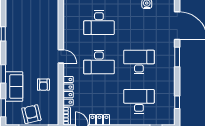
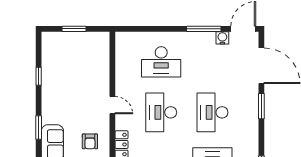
desk: (99, 62) -> (161, 112), turned 90
desk: (139, 62) -> (212, 112), turned -90

